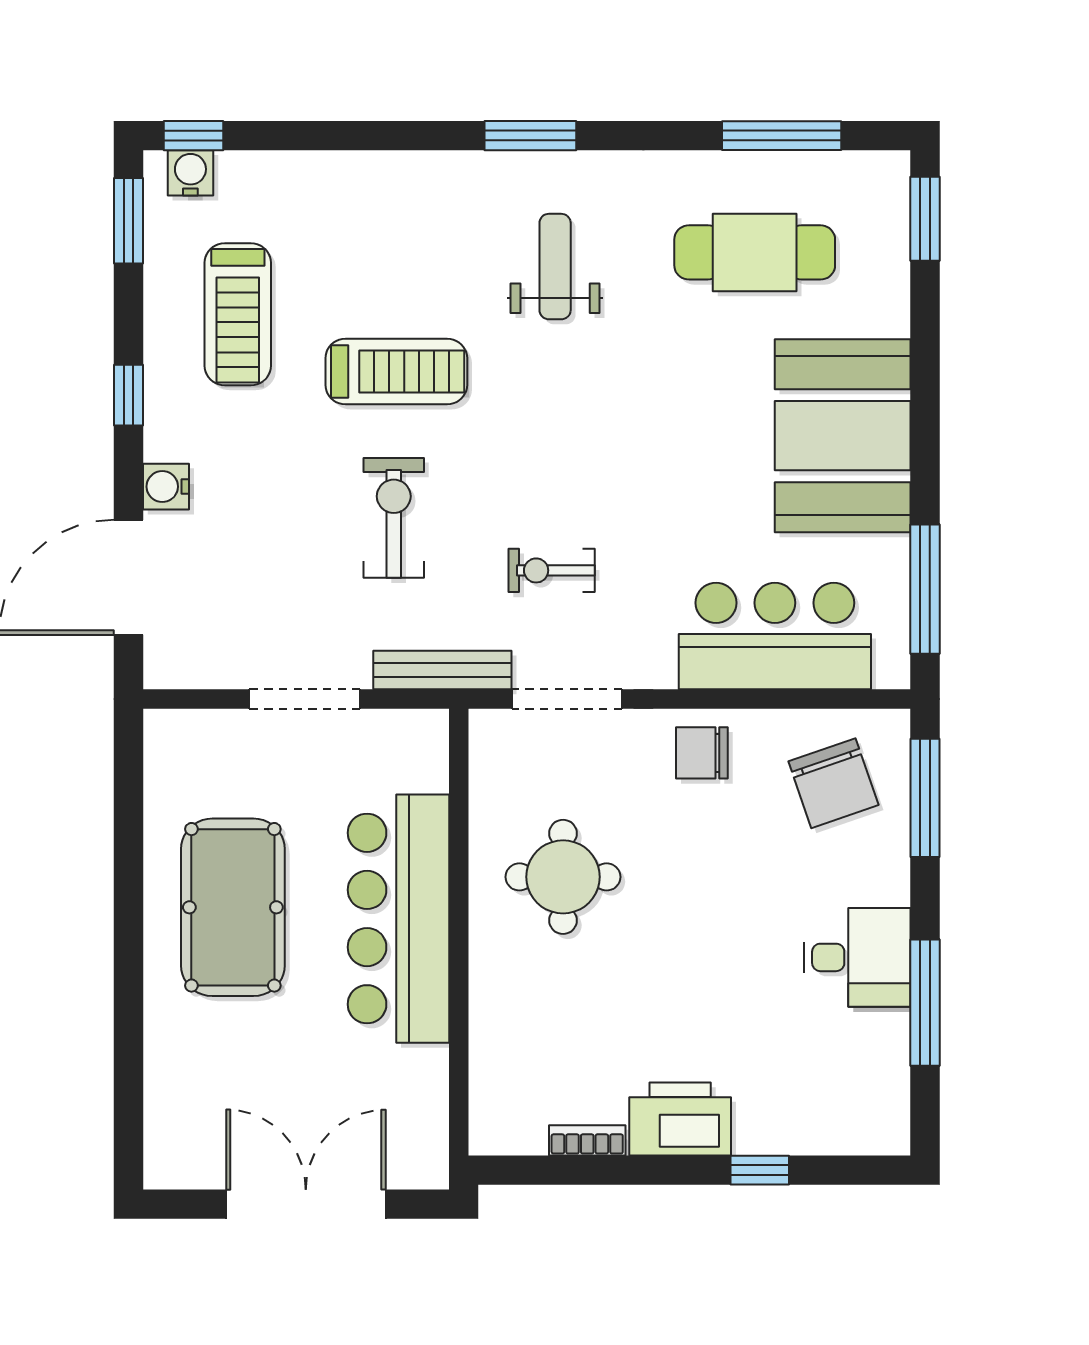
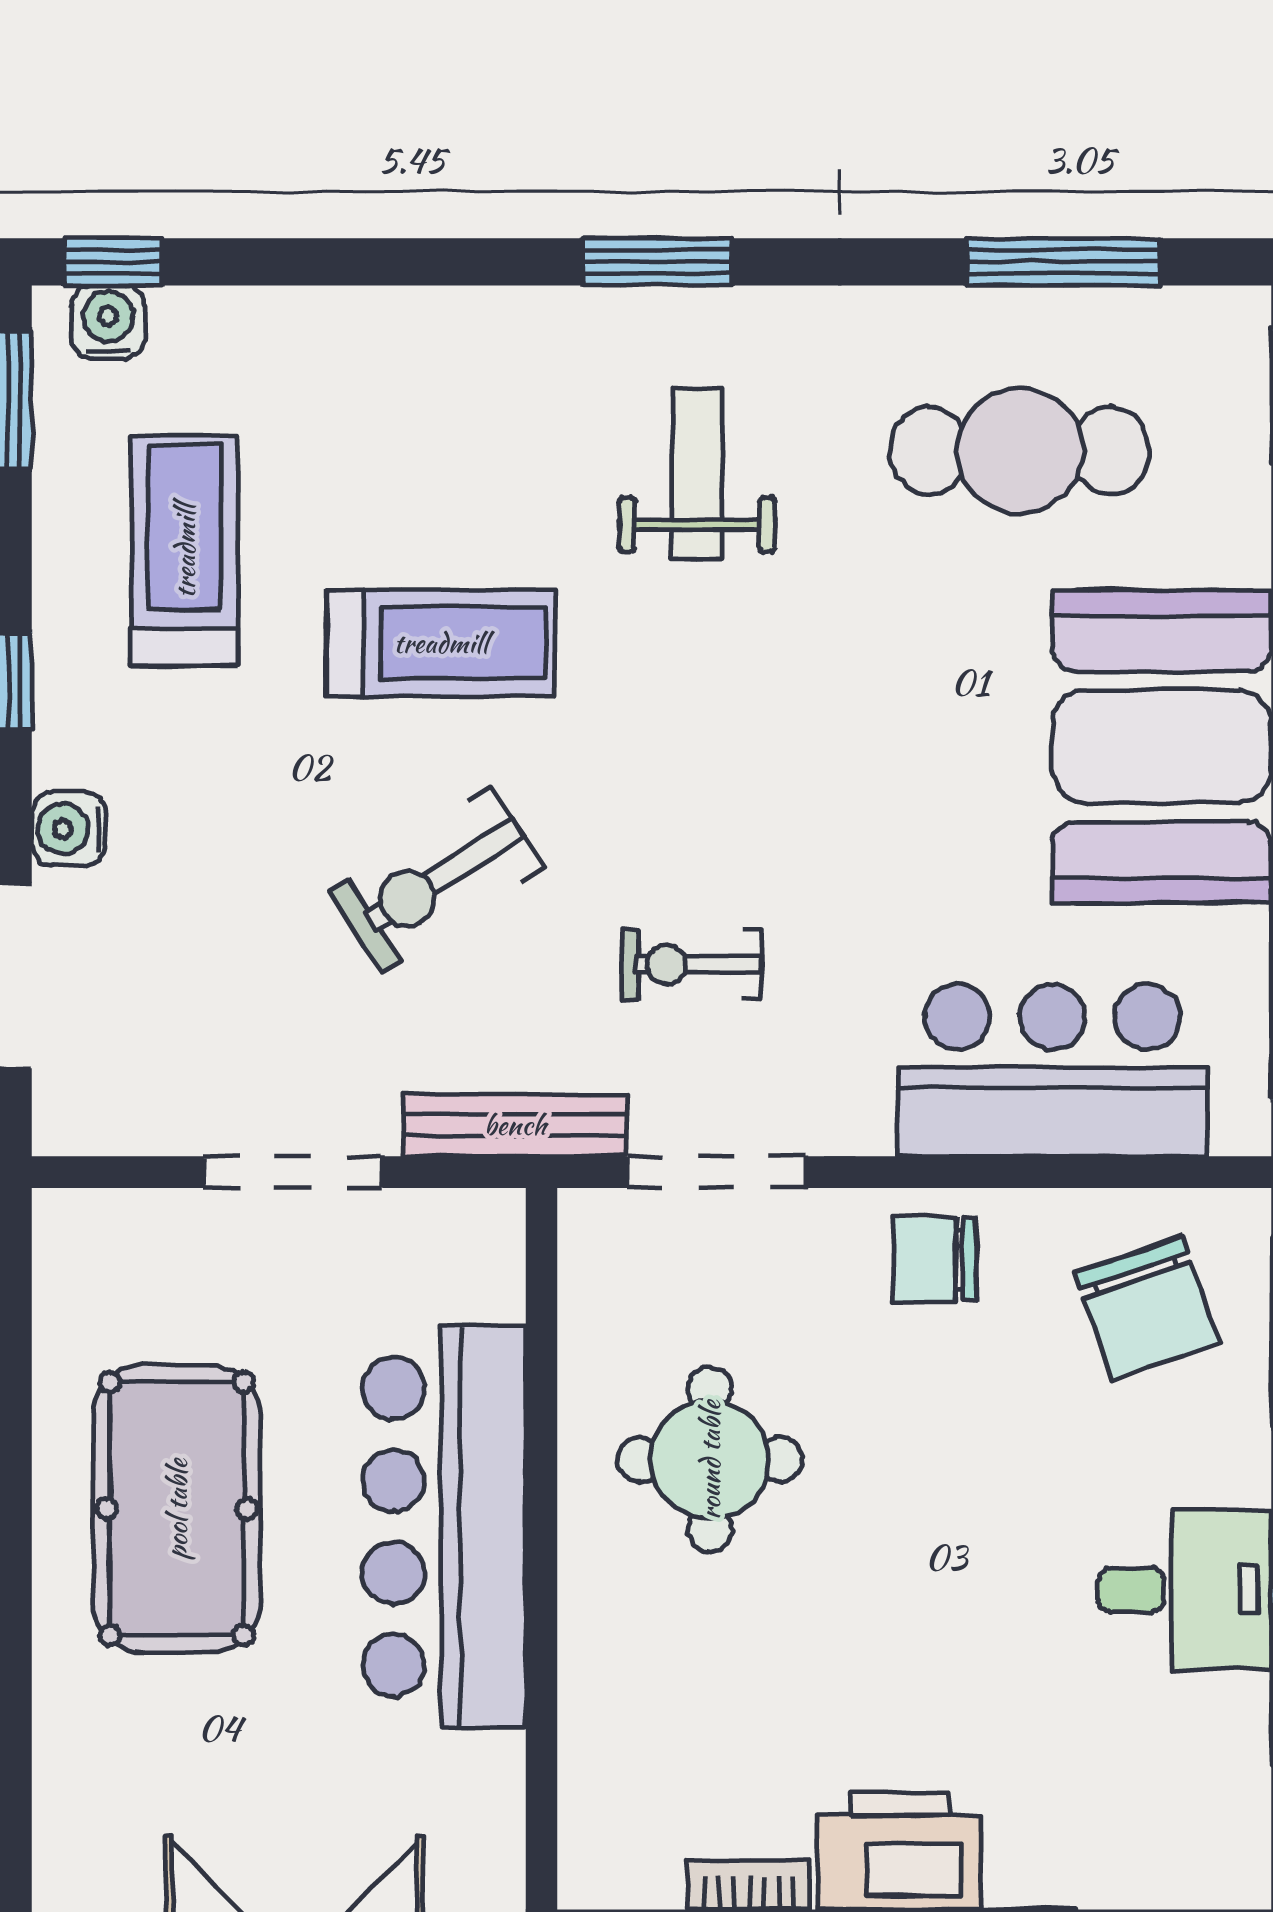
treadmill: (238, 314) -> (185, 551), turned 180
exercise bike: (394, 518) -> (437, 880), turned -123

